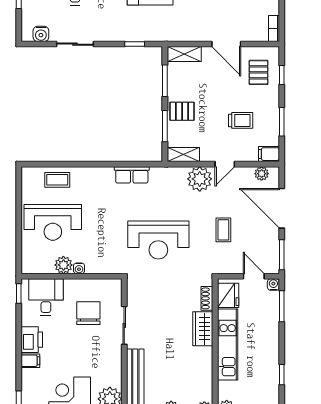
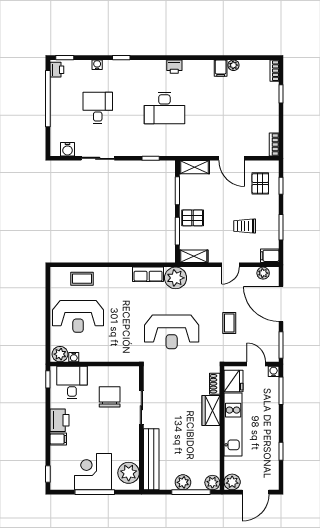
trolley: (241, 120) -> (245, 226), turned 180
plant: (200, 179) -> (176, 278), moved
plant: (63, 265) -> (60, 354), moved
water cooler: (79, 268) -> (74, 357), moved

